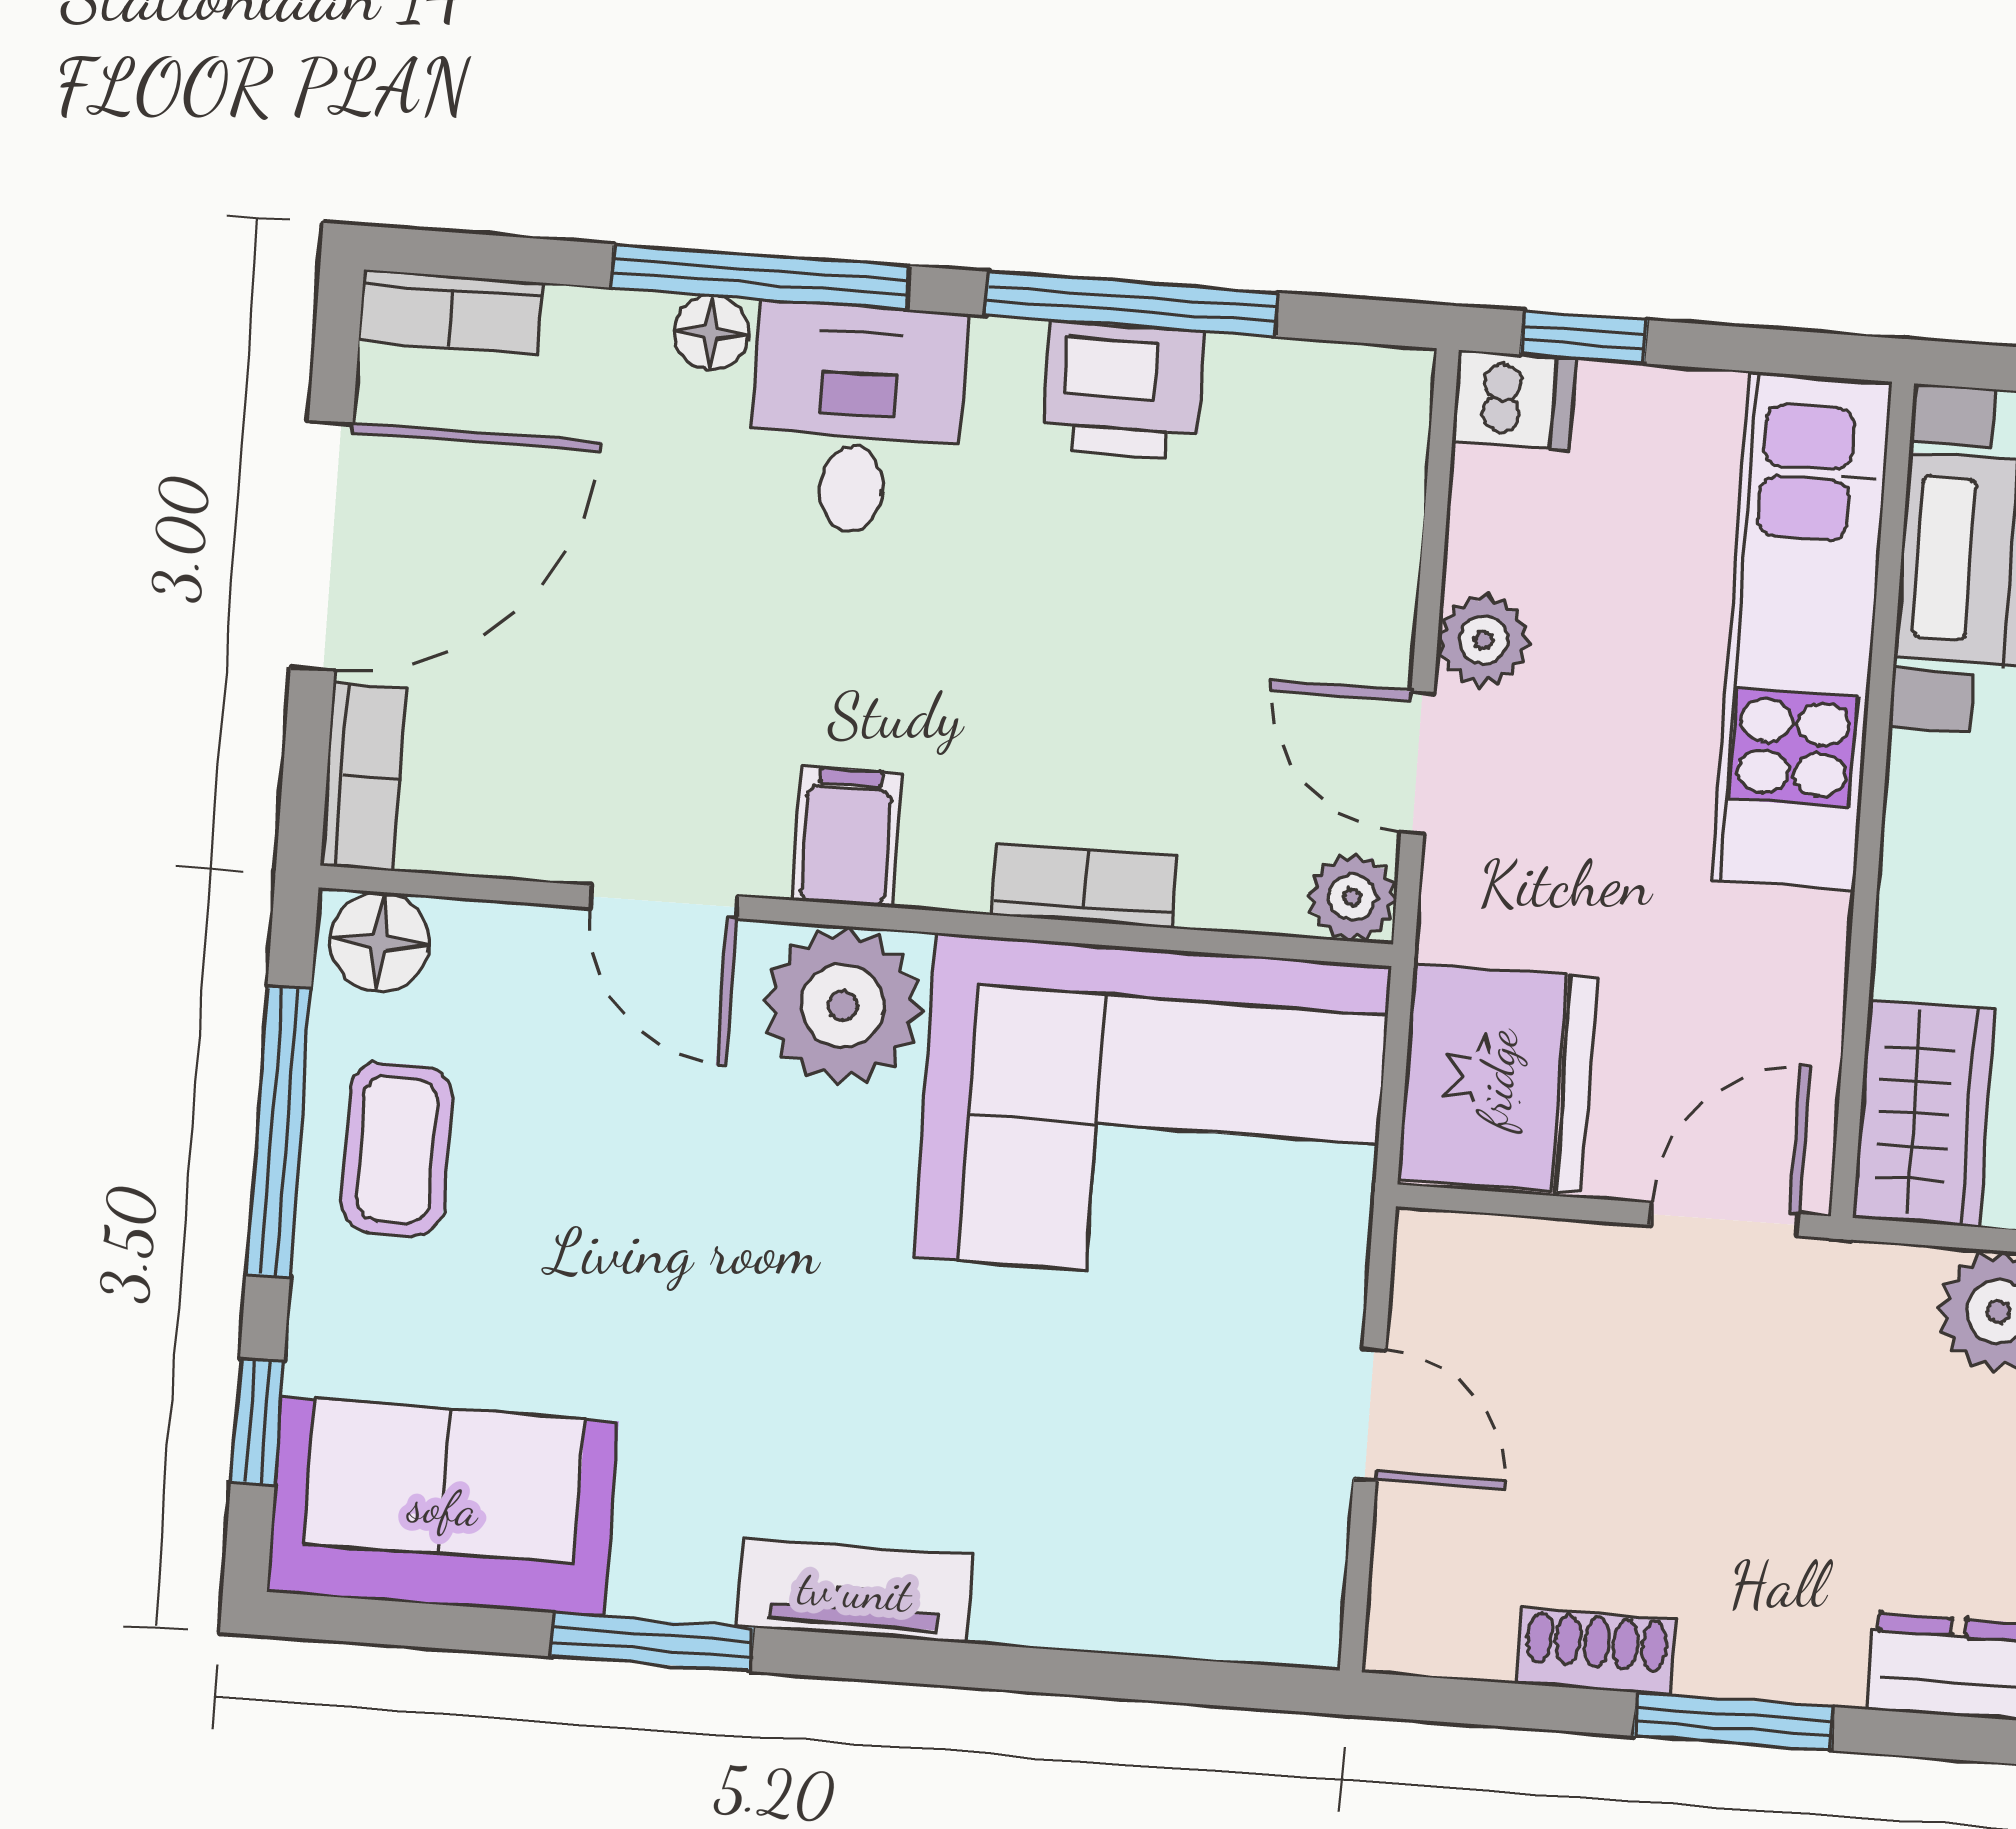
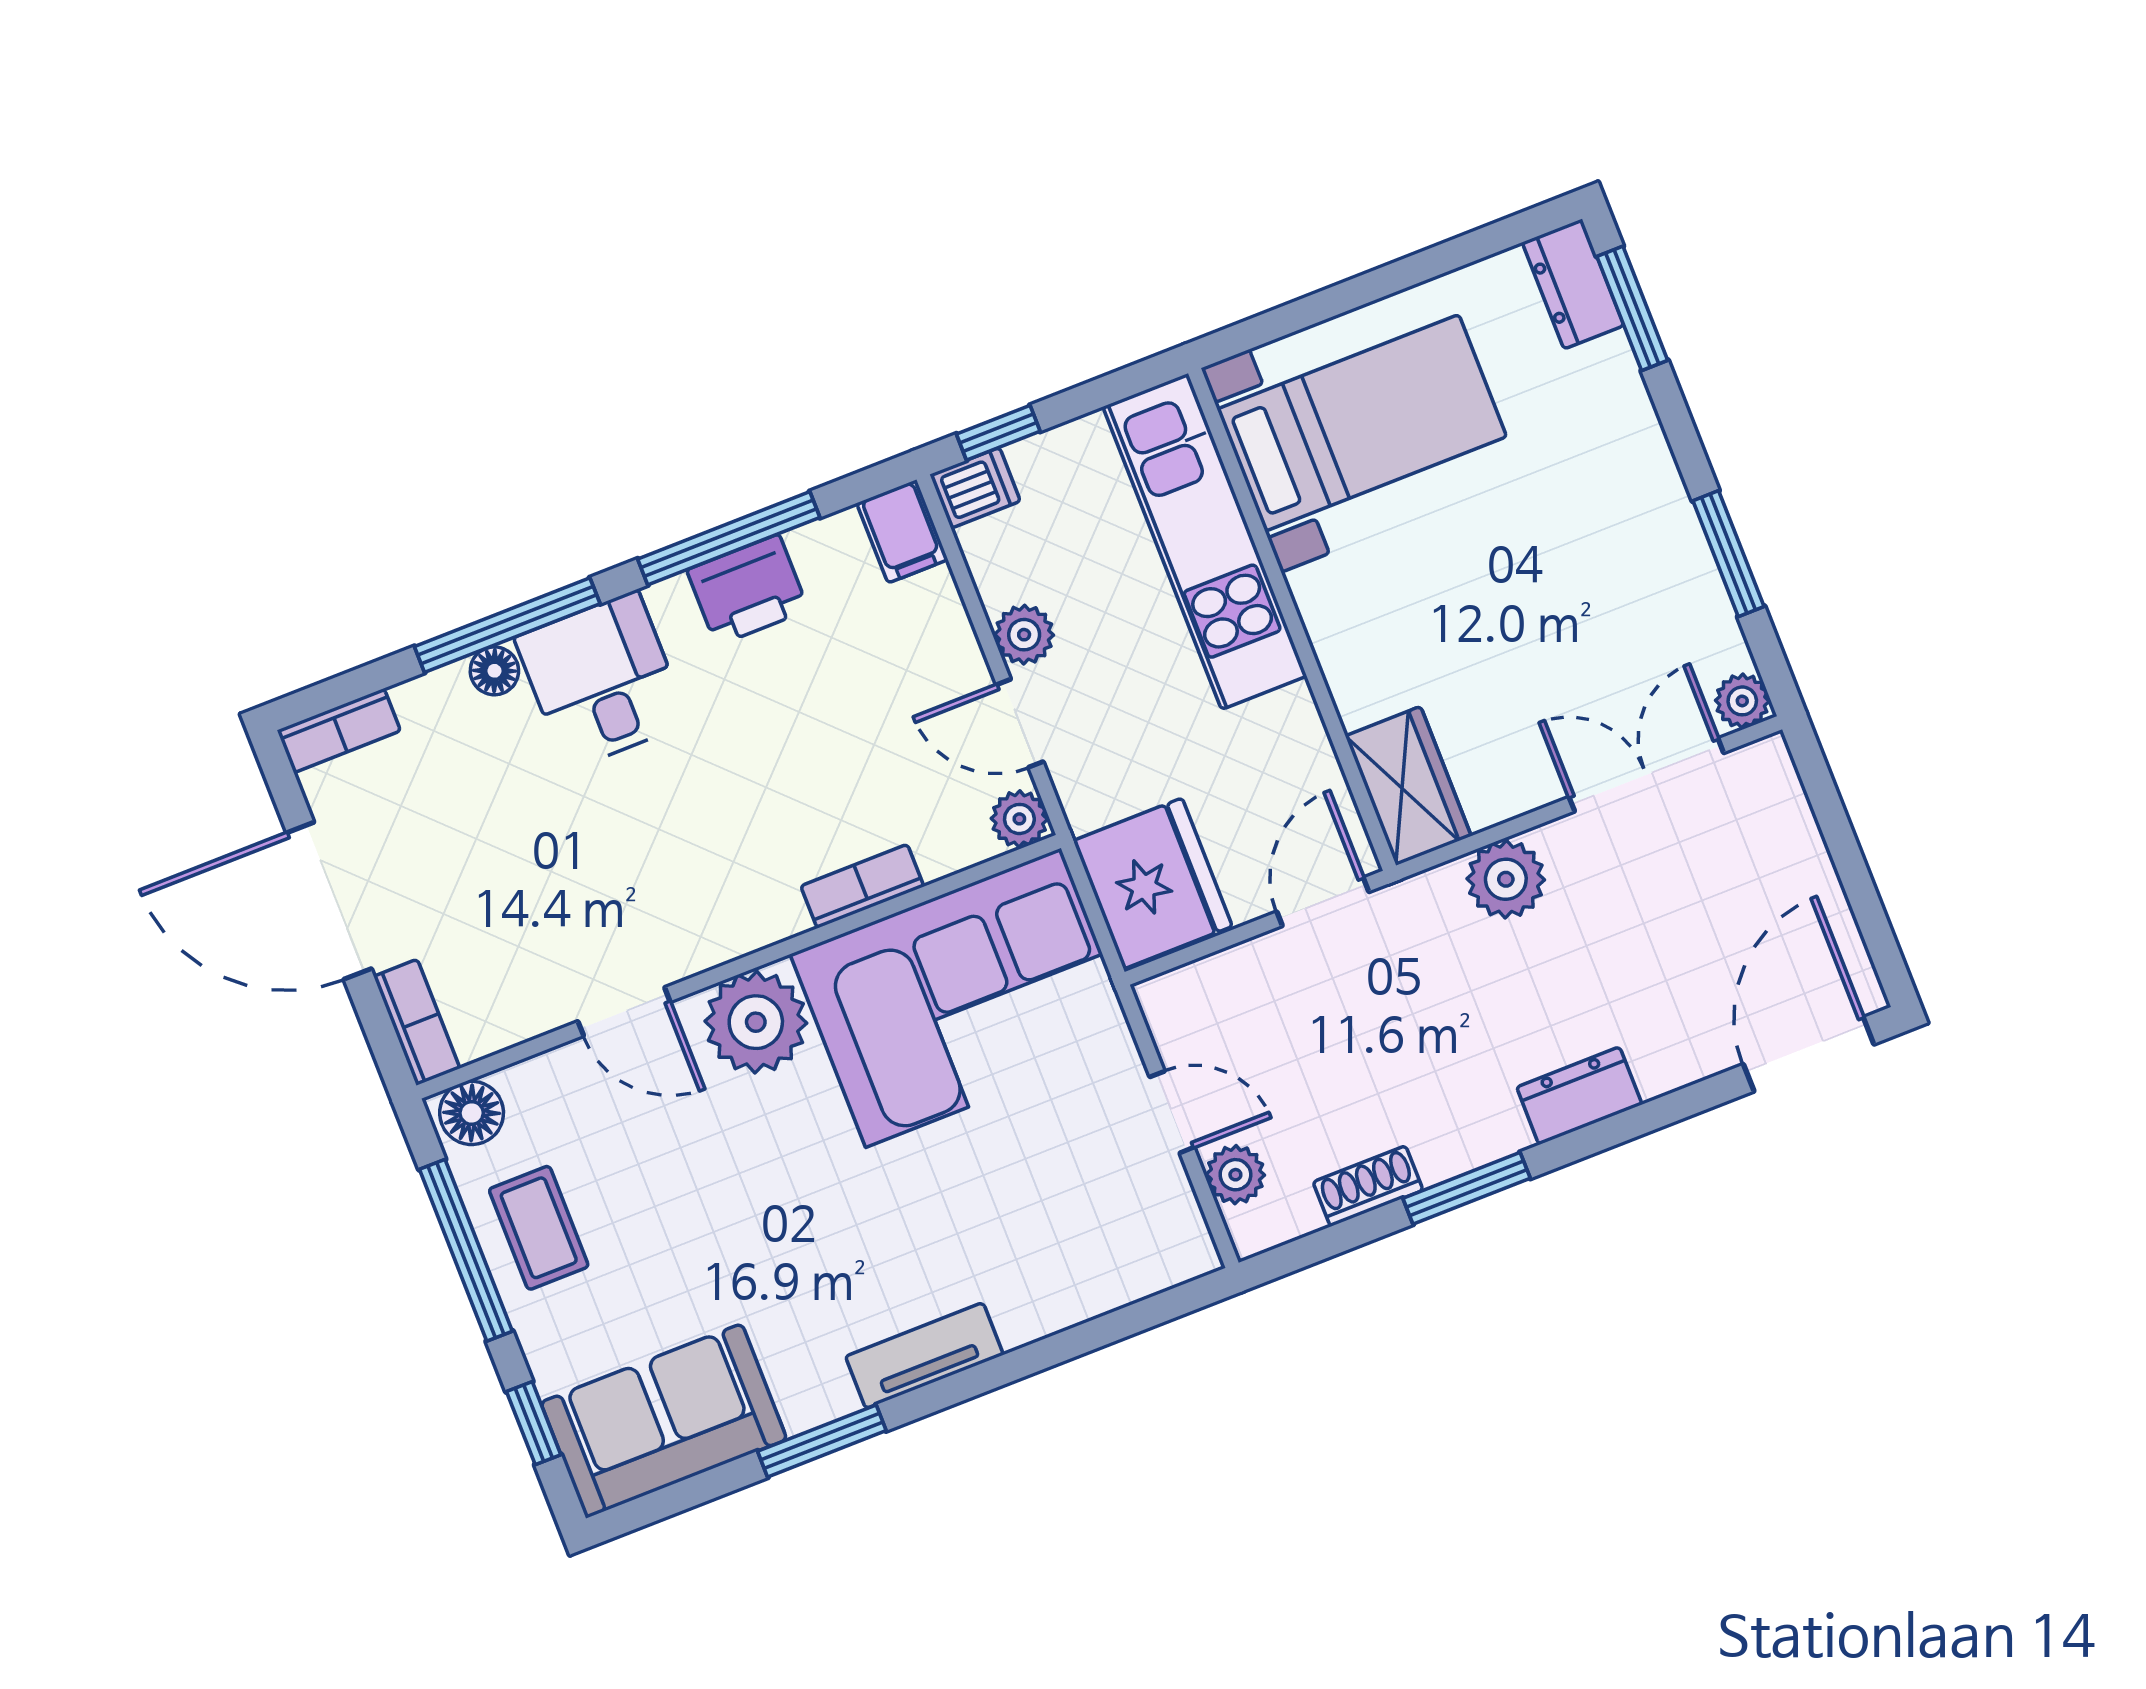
door: (322, 546) -> (329, 901), swing flipped
filing cabinet: (846, 837) -> (902, 531), moved, turned 180
plant: (1417, 1546) -> (1235, 1175), added

